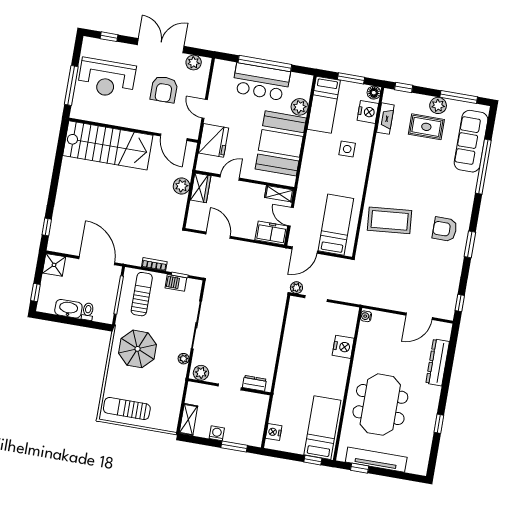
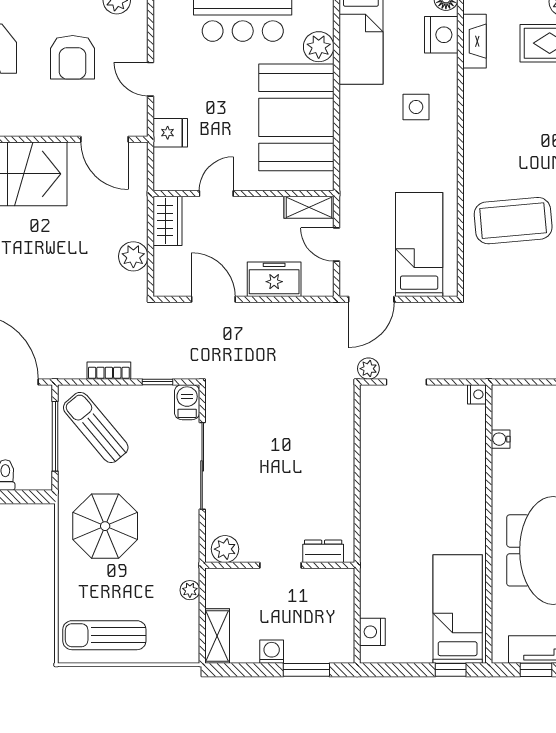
fridge: (214, 140) -> (170, 133), width x0.53, depth x0.75
plant: (182, 186) -> (133, 256), moved
freezer: (271, 233) -> (274, 279), moved
barbecue: (176, 283) -> (187, 402), moved, turned 90
sun lounger: (142, 294) -> (96, 427), turned -40
water cooler: (366, 316) -> (501, 439), moved
nightstand: (343, 347) -> (477, 394), moved, width x0.53, depth x0.56
plant: (184, 359) -> (190, 590), moved

